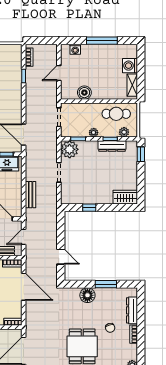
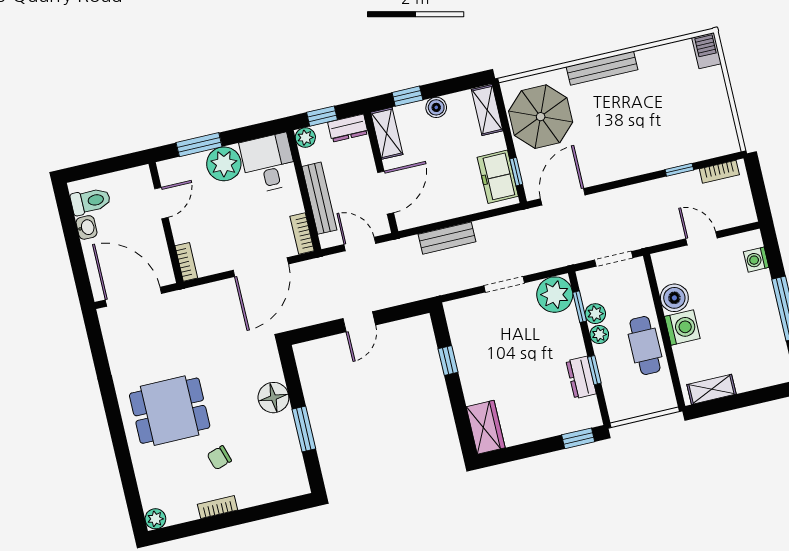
washing machine: (130, 66) -> (682, 328), moved, turned 90
cafe table: (116, 114) -> (645, 345), moved
plant: (124, 132) -> (595, 314), moved
dresser: (112, 146) -> (581, 377), width x0.70
door: (61, 257) -> (359, 322), moved
dresser: (132, 310) -> (264, 493), removed

